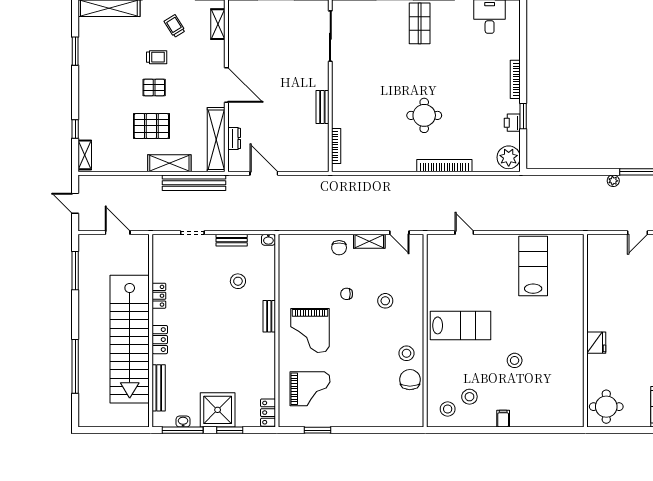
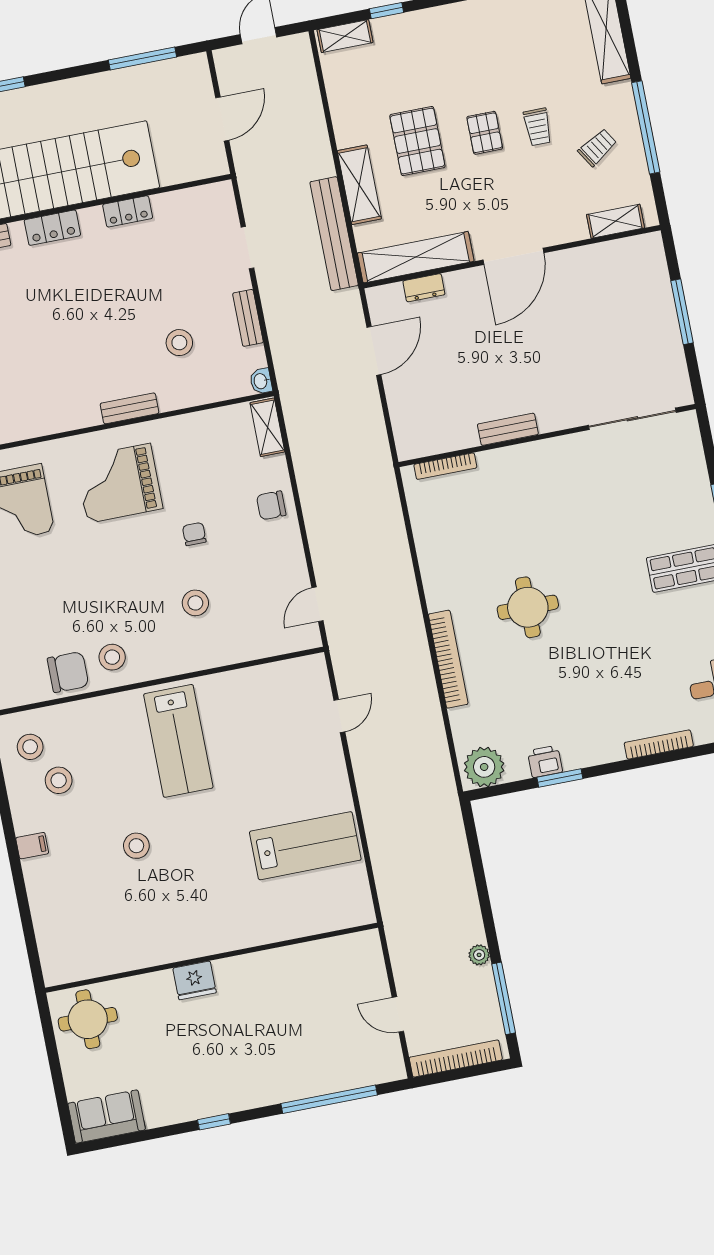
bookcase: (515, 79) -> (659, 744), moved
shelving: (369, 241) -> (267, 427), moved

